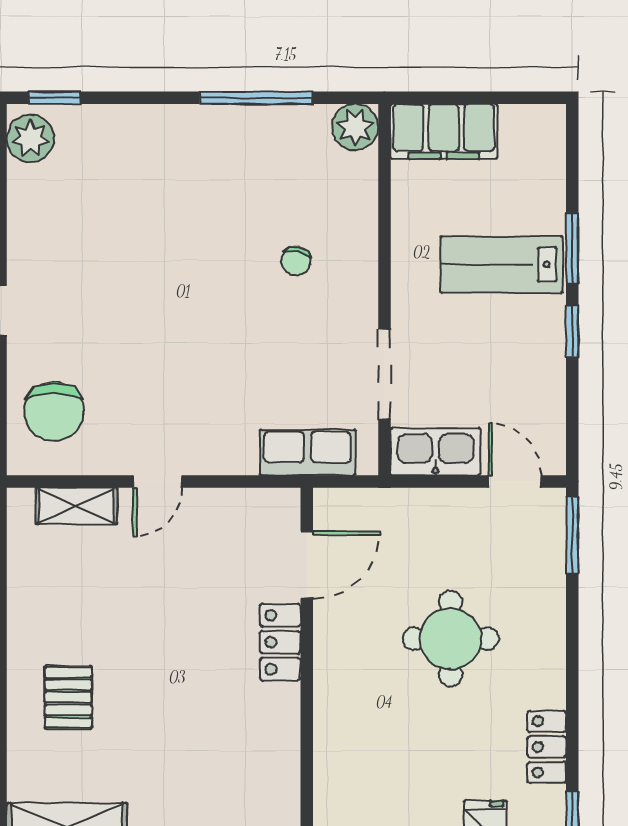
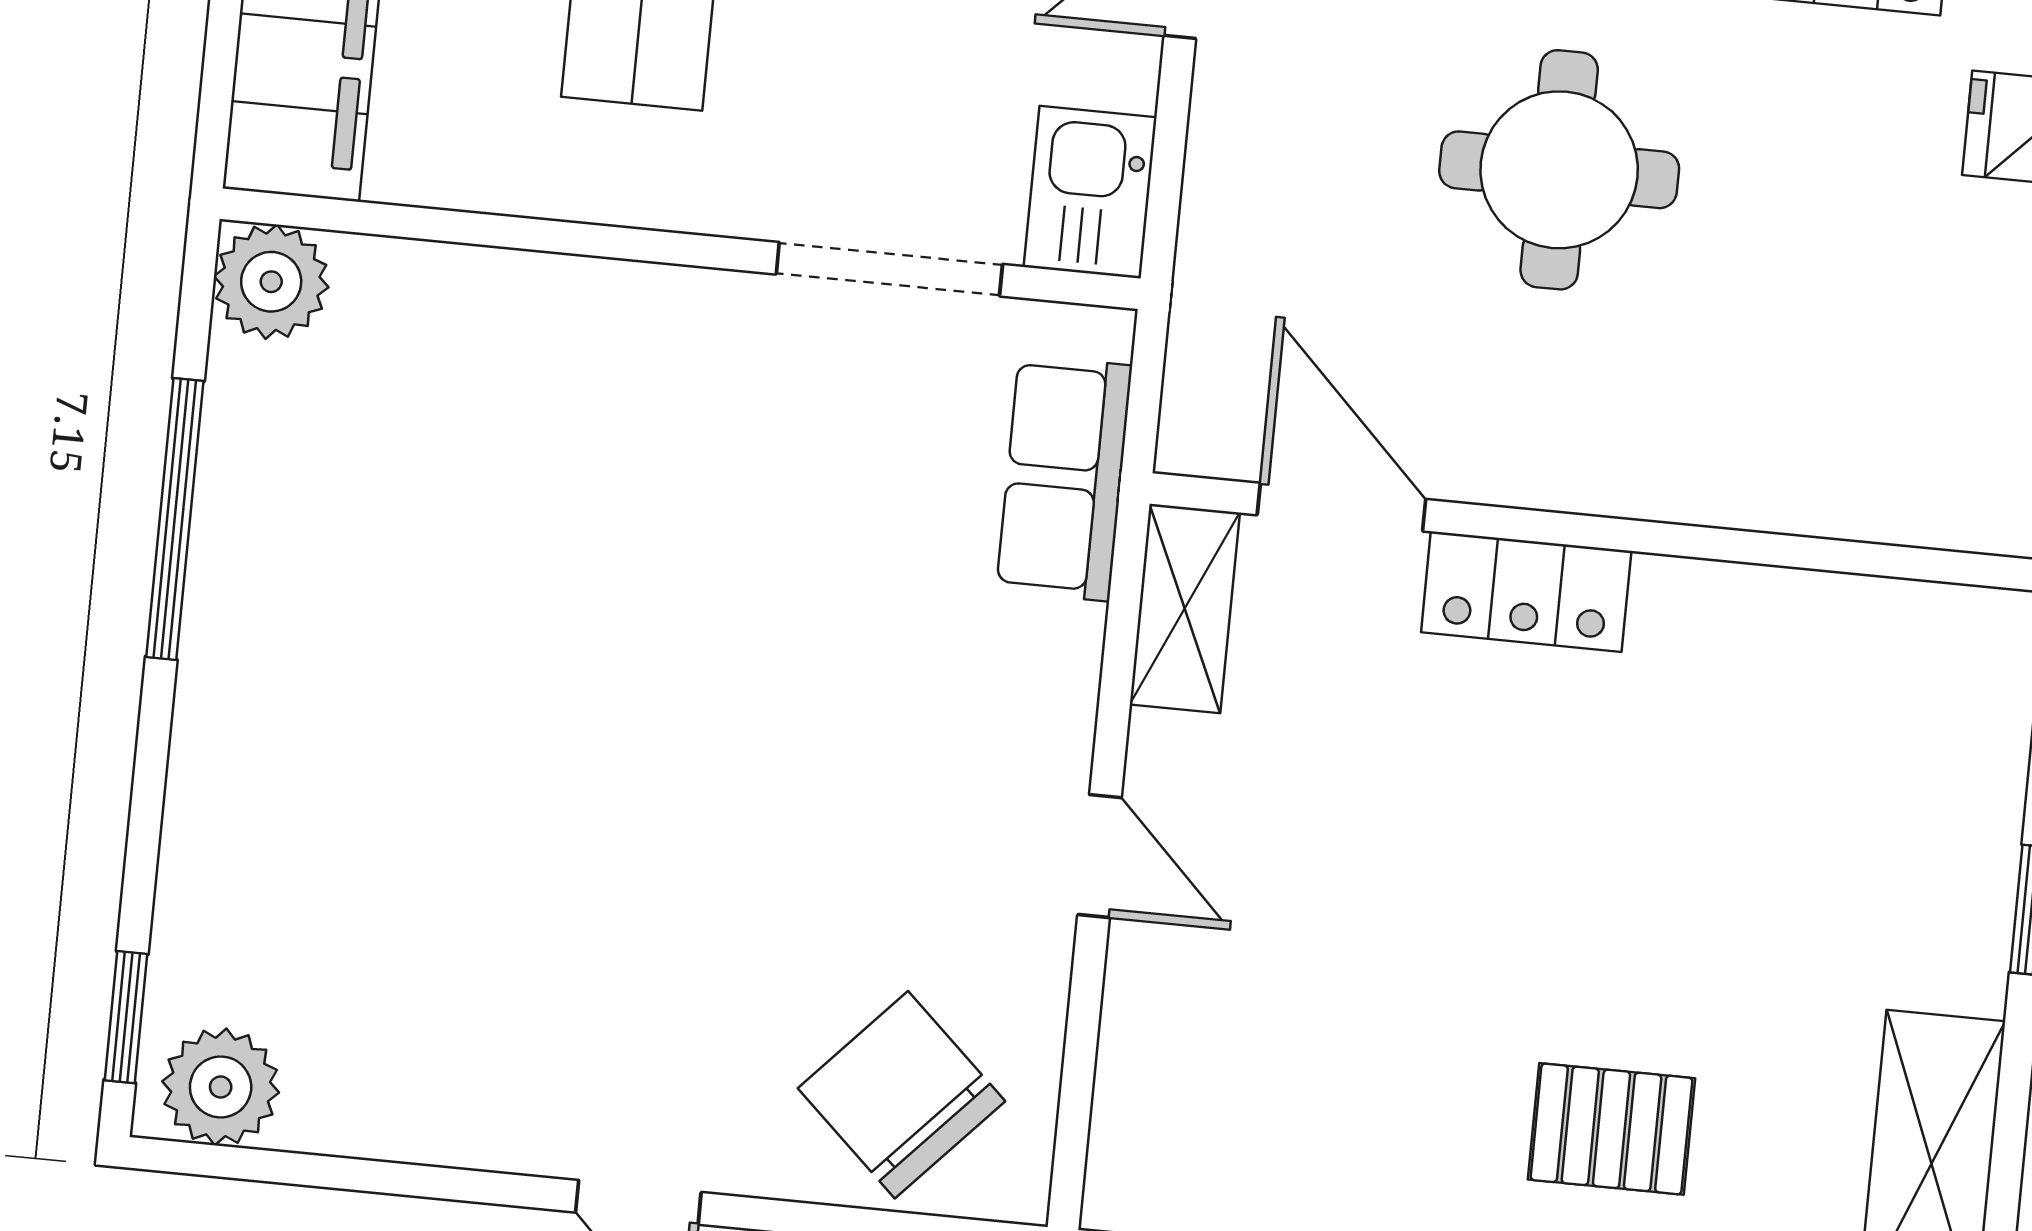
chair: (296, 261) -> (587, 461), removed
chair: (54, 412) -> (901, 1095), turned -137
kitchen sink: (435, 452) -> (1090, 192), width x0.73
shelving: (76, 506) -> (1185, 608), moved

